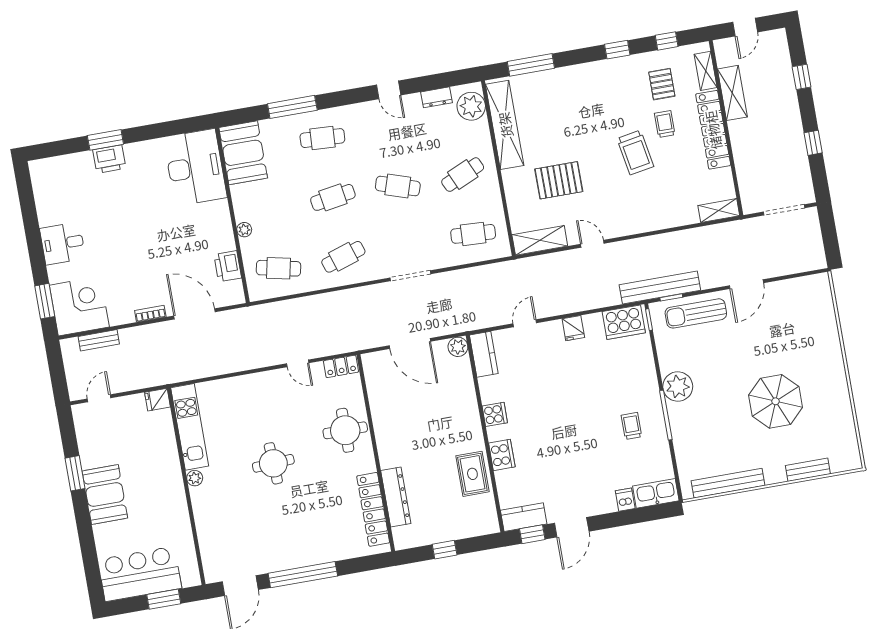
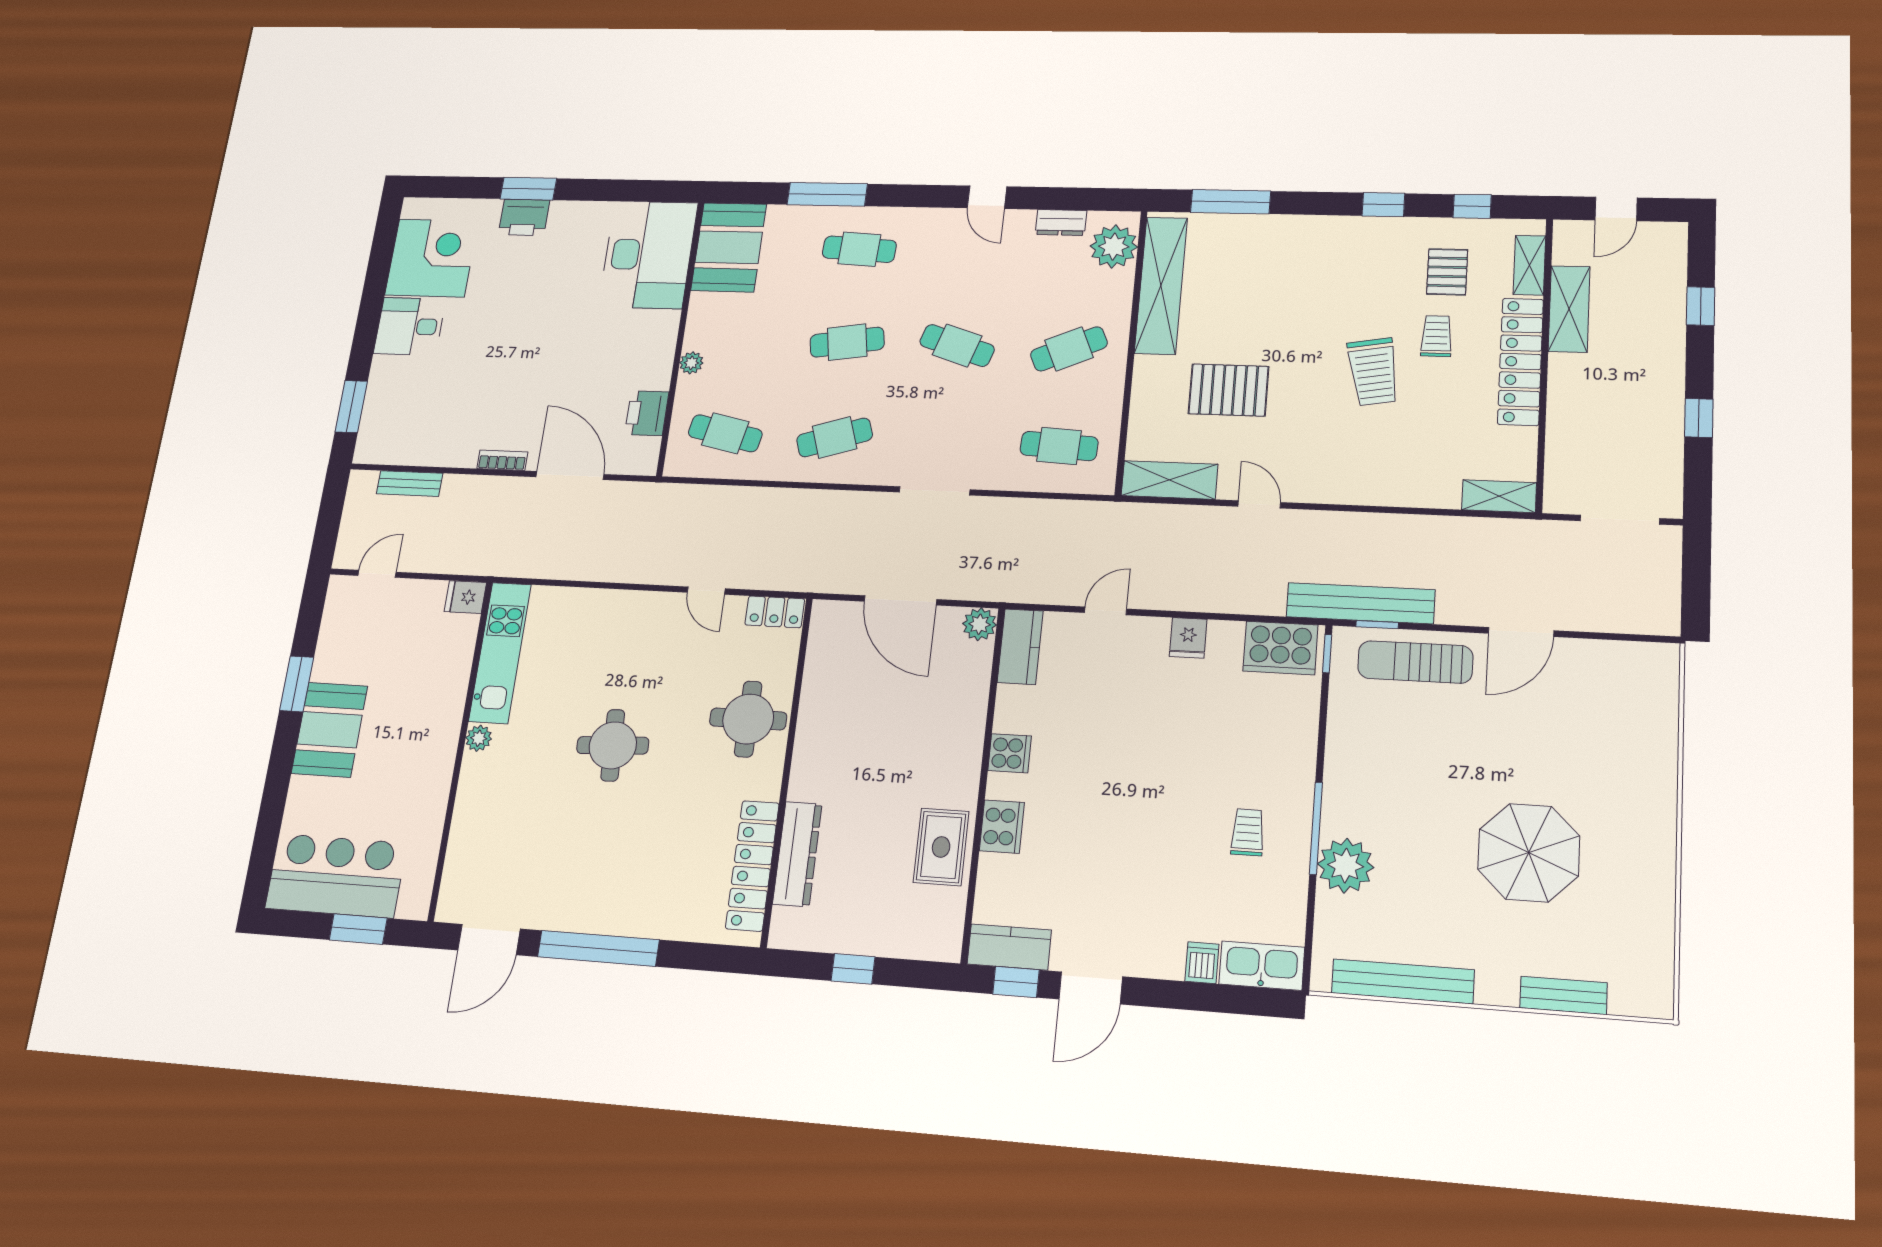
corner desk: (79, 306) -> (432, 258), moved
plant: (678, 387) -> (1346, 866), moved

